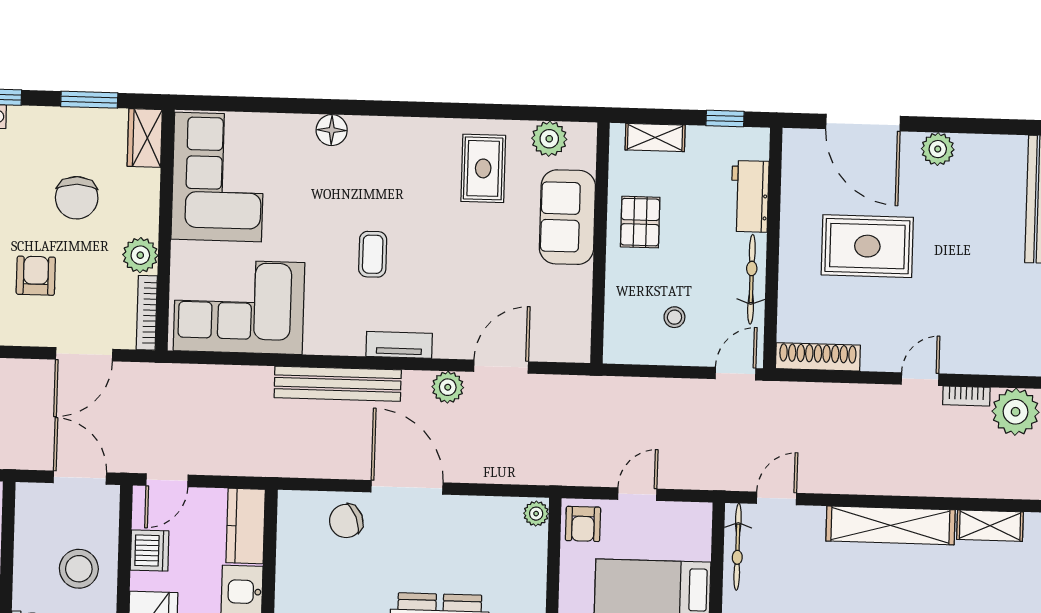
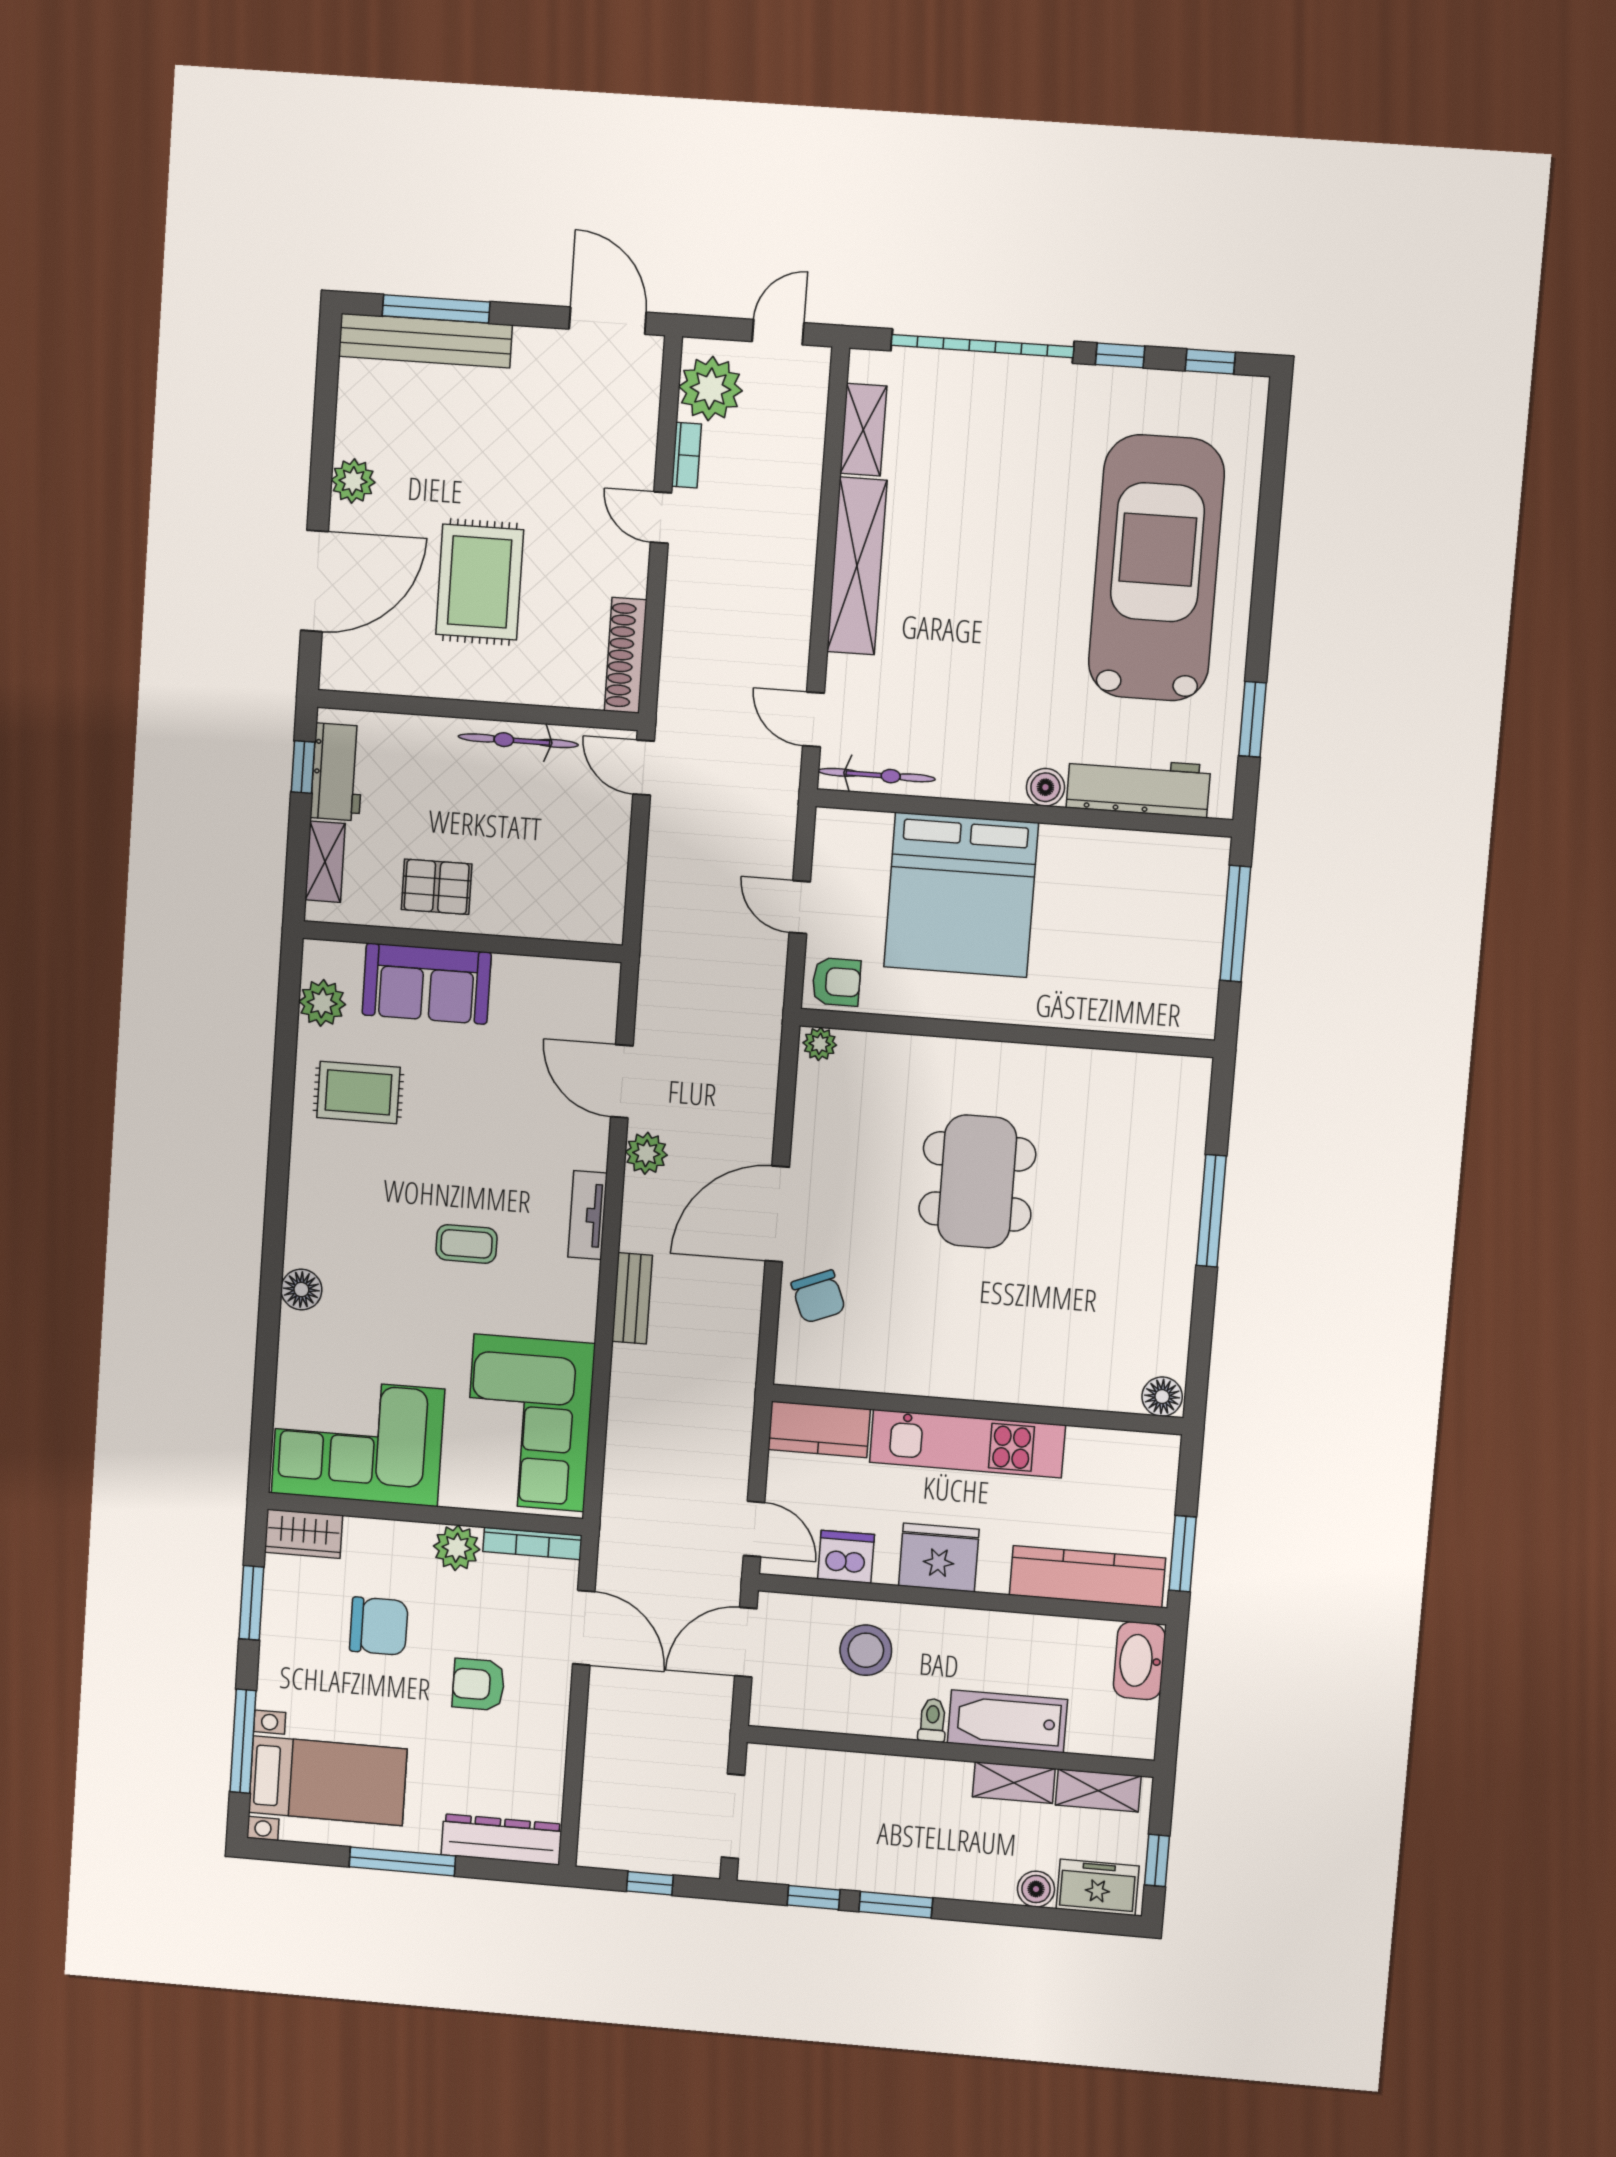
workbench: (750, 196) -> (337, 772), moved, turned -90
stool: (674, 317) -> (565, 846), removed
bench: (338, 384) -> (632, 1298), width x0.54, depth x0.82

